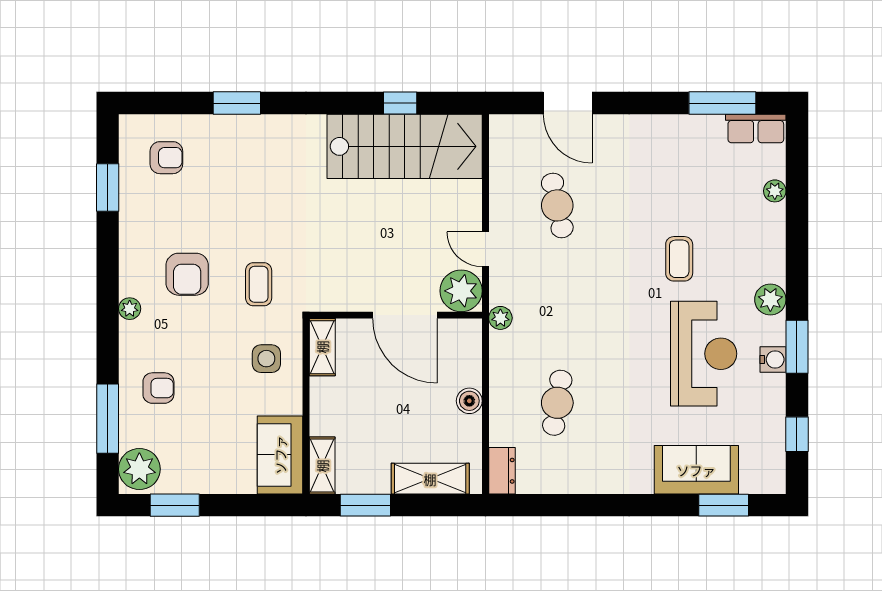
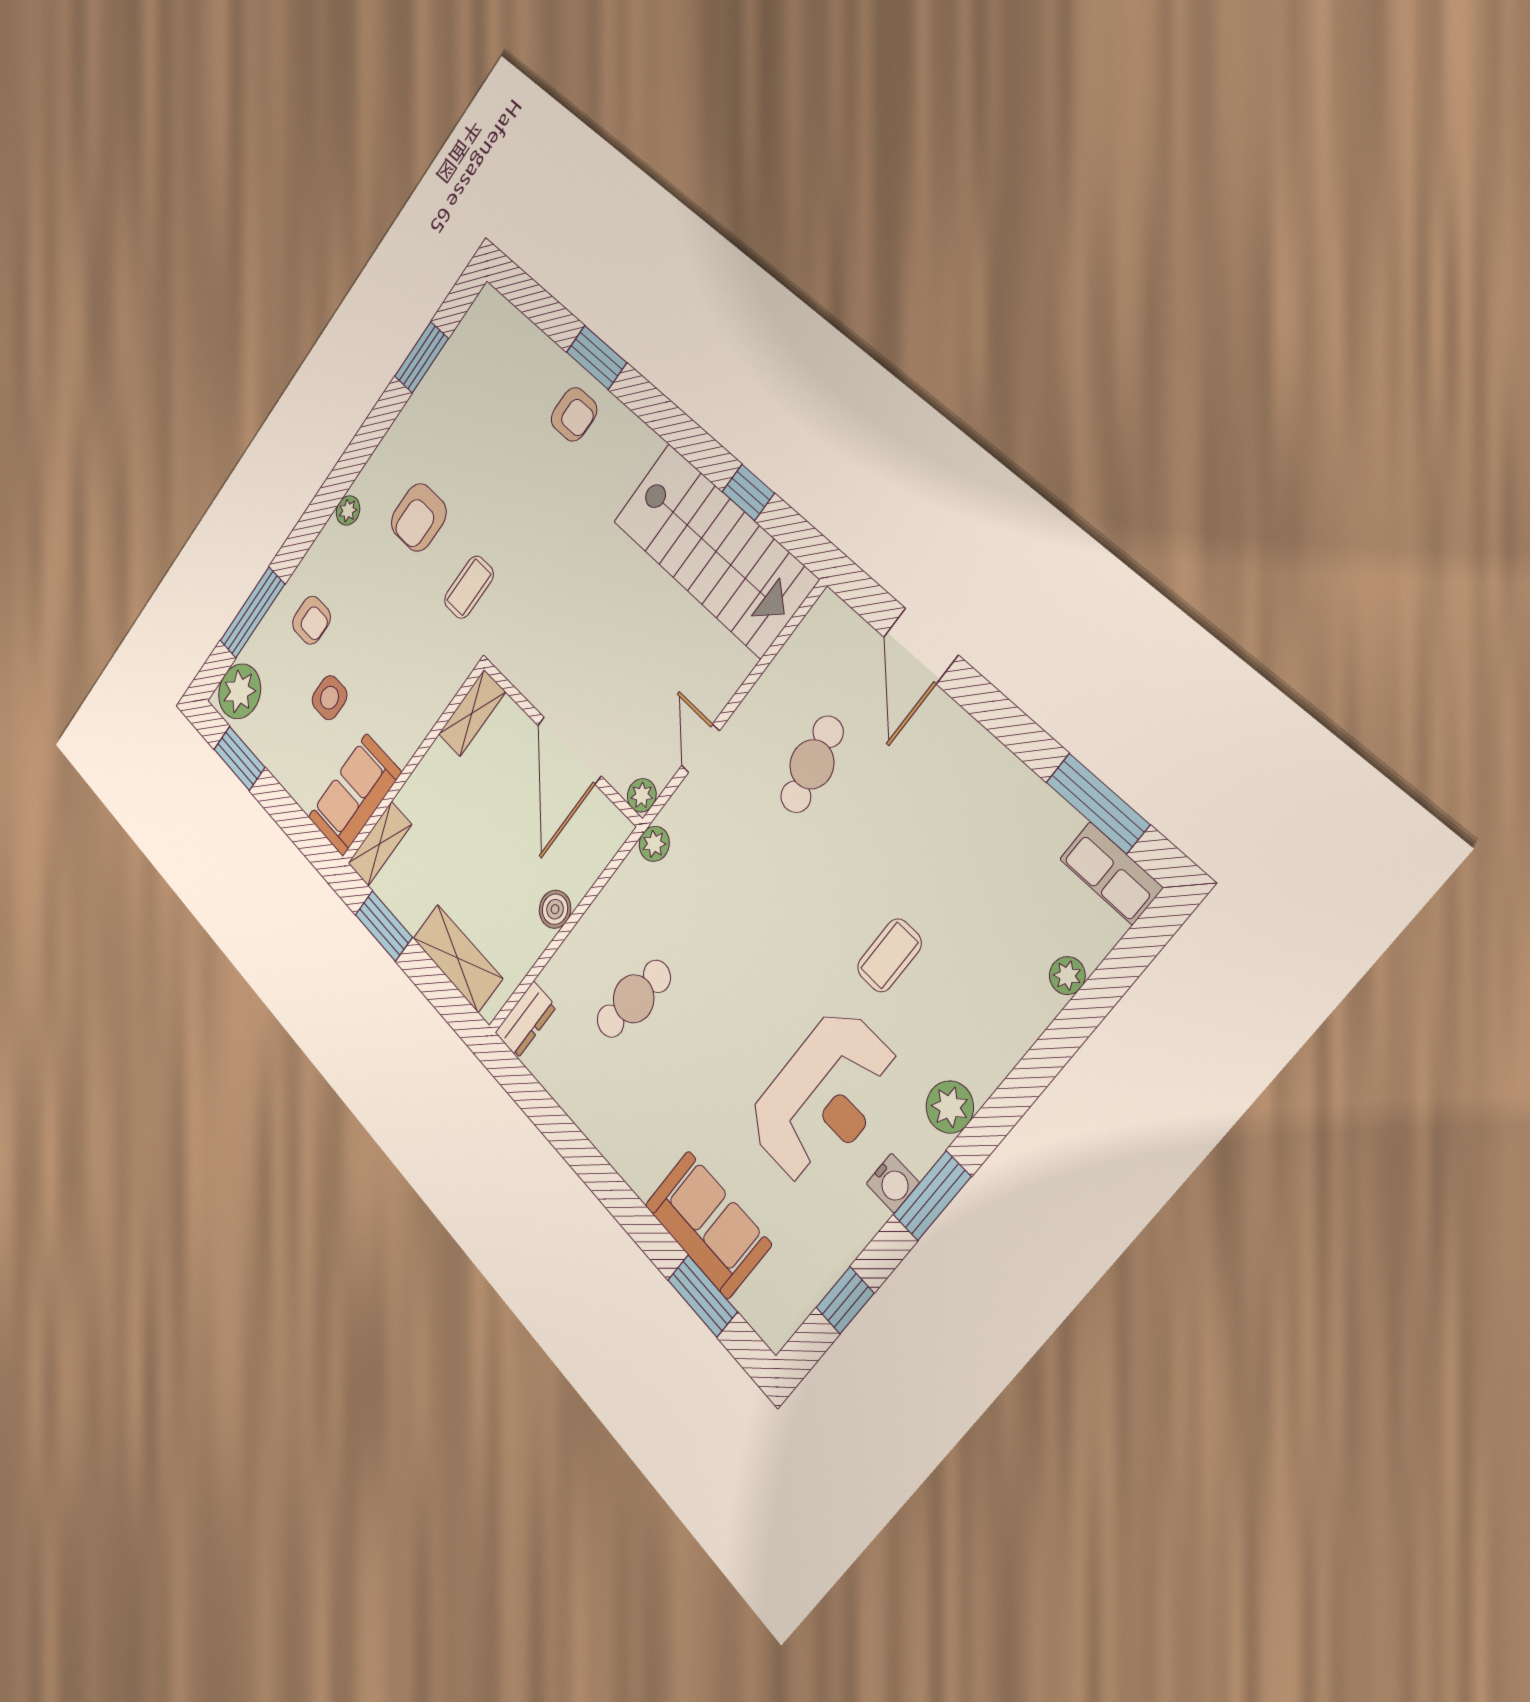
armchair: (166, 158) -> (574, 414), moved
plant: (461, 291) -> (642, 795), width x0.53, depth x0.53
side table: (266, 359) -> (330, 698), moved

